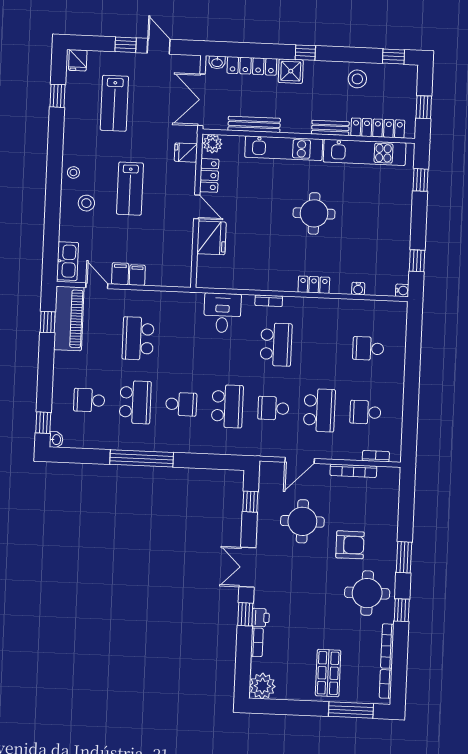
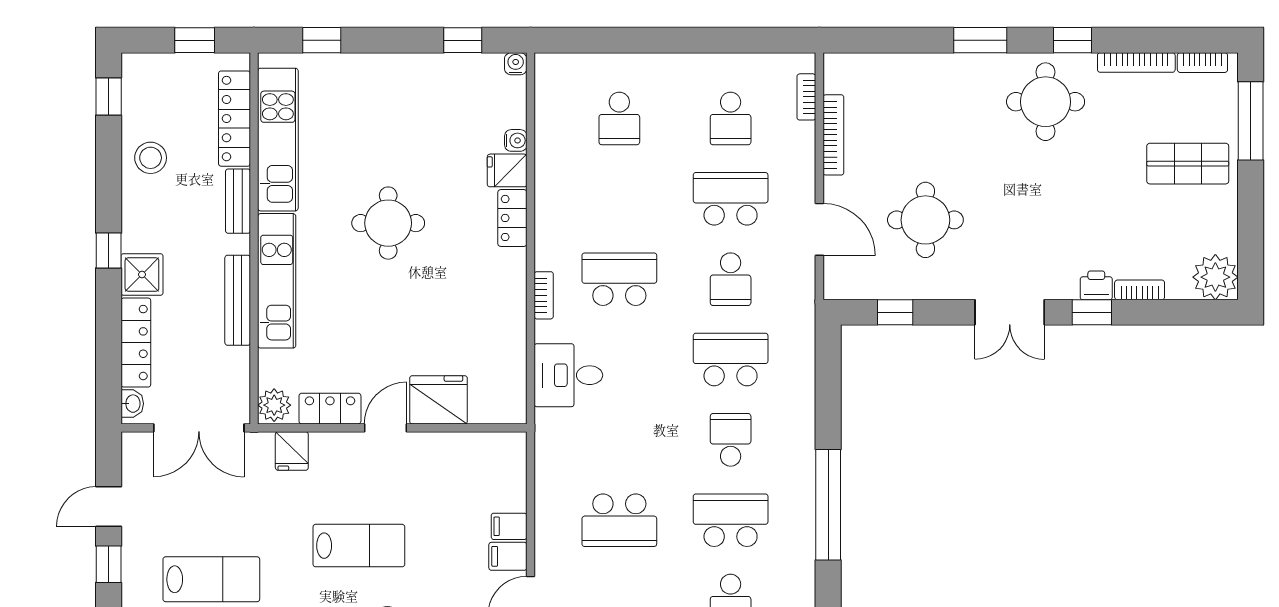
bench: (254, 124) -> (238, 300), moved
fridge: (341, 283) -> (507, 170), added
armchair: (350, 545) -> (963, 135), removed

